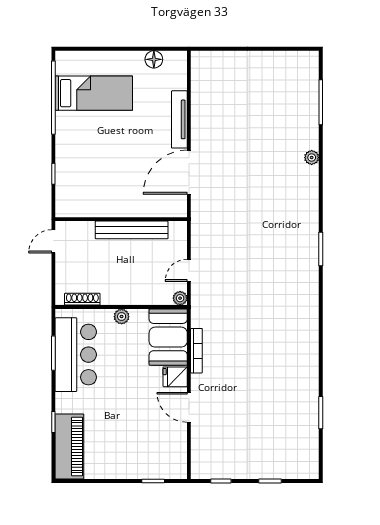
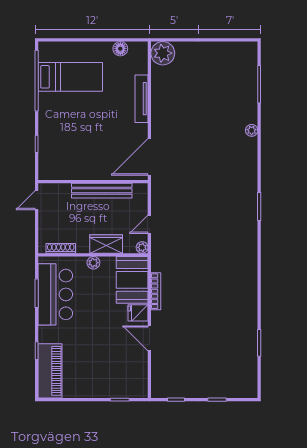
plant: (205, 65) -> (163, 53), added
door: (189, 172) -> (149, 157), moved
wardrobe: (137, 294) -> (106, 244), added

